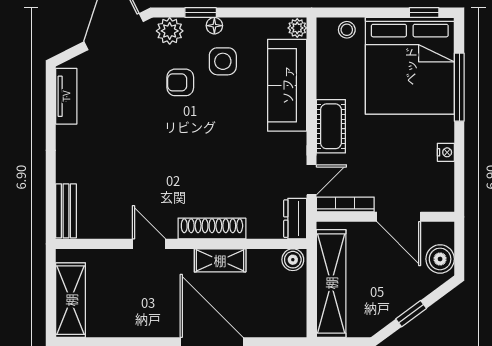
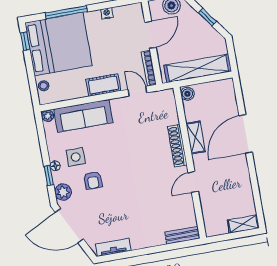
dresser: (295, 219) -> (163, 97), removed
shelving: (71, 300) -> (243, 224), width x0.67, depth x0.75

